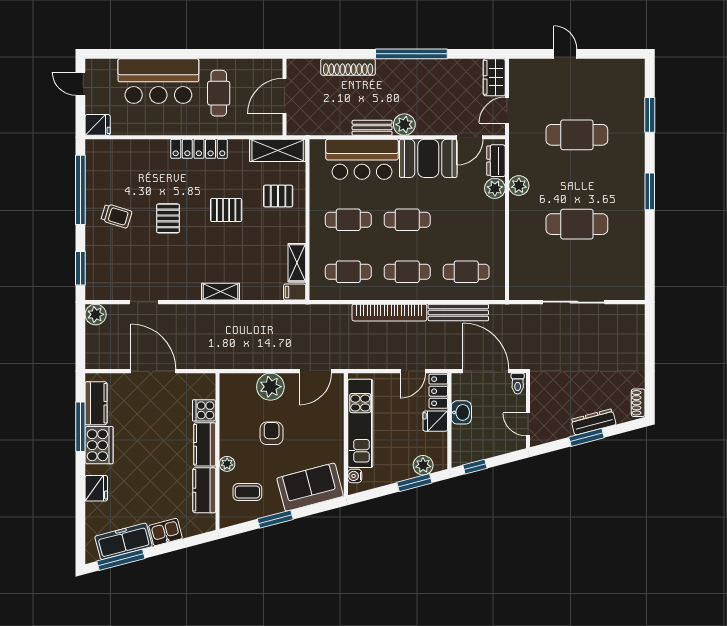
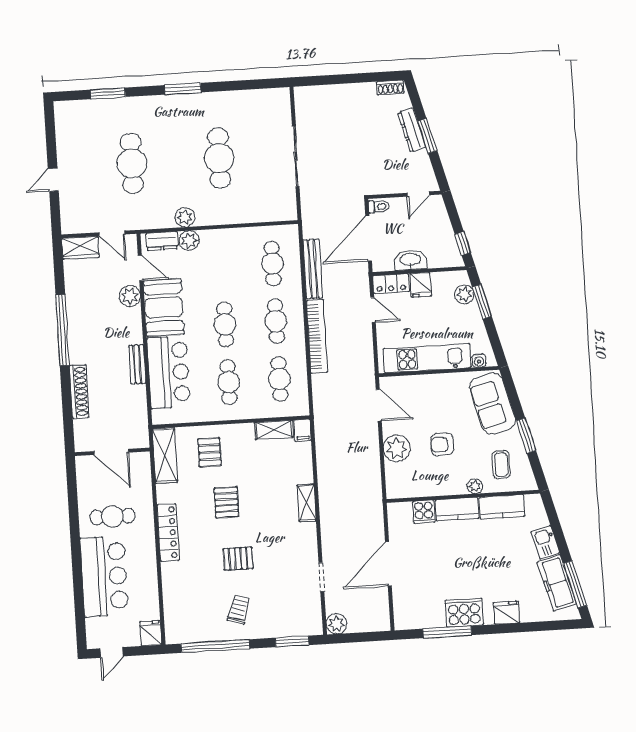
plant: (404, 125) -> (130, 296), moved
kitchen counter: (96, 403) -> (423, 618), removed
washbasin: (461, 412) -> (410, 260), width x1.38

